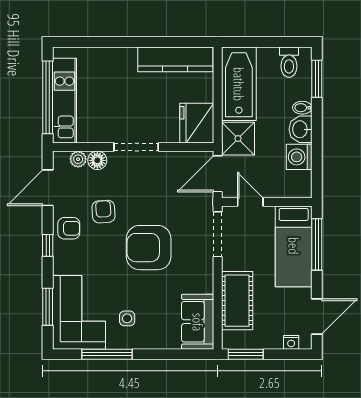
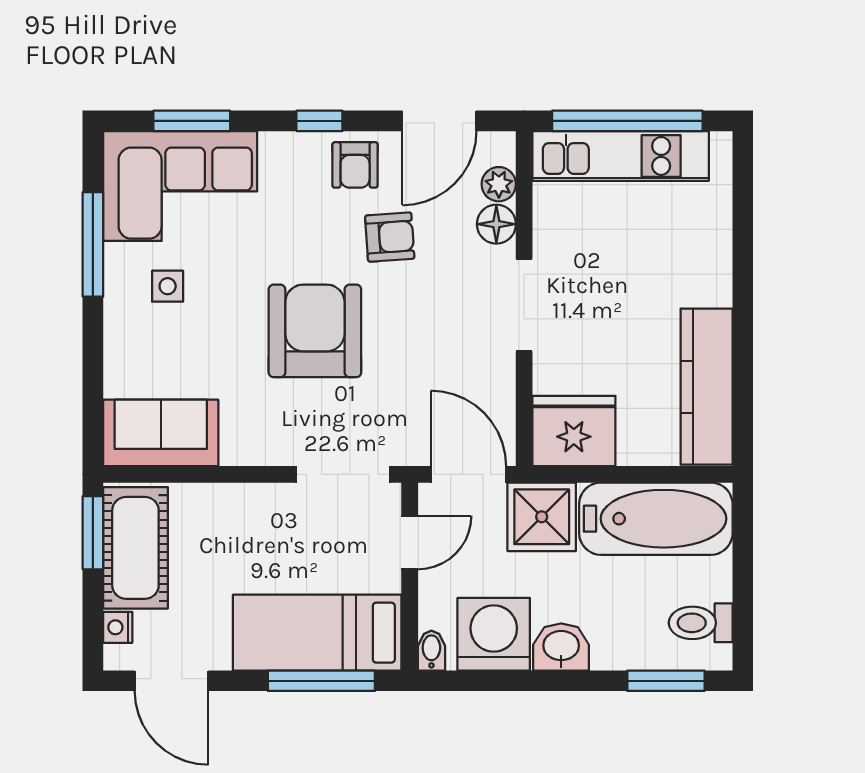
bidet: (302, 108) -> (431, 651), moved
washing machine: (299, 157) -> (494, 634), width x1.37, depth x1.37
door: (48, 188) -> (439, 121), swing flipped
cot: (237, 301) -> (135, 548), moved, turned 90

